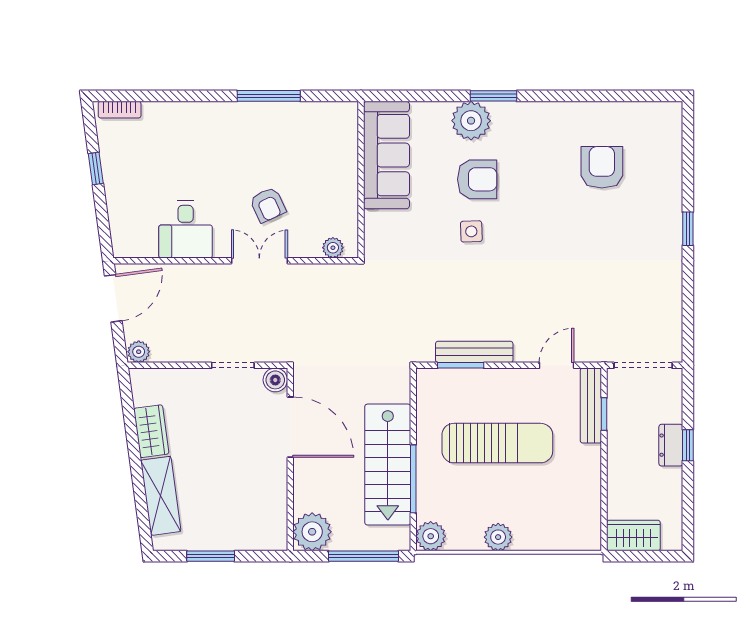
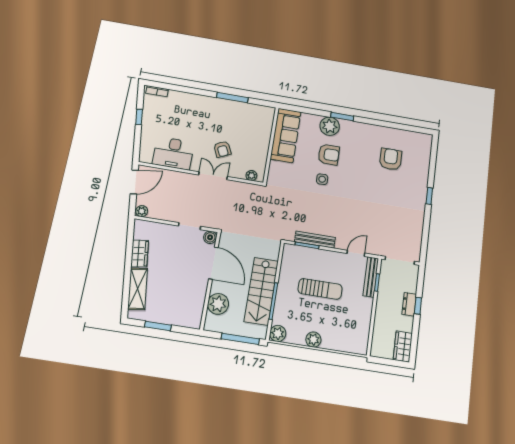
desk: (186, 229) -> (173, 153), width x1.37
sun lounger: (497, 443) -> (320, 289), width x0.73, depth x0.75
plant: (312, 532) -> (218, 304), moved
wardrobe: (633, 536) -> (403, 346), moved, turned -90

